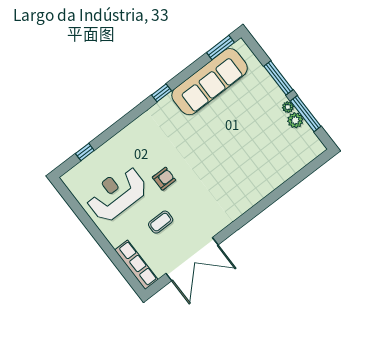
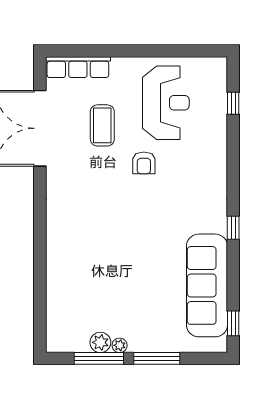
window: (220, 48) -> (233, 323), width x0.67
coffee table: (161, 222) -> (102, 125), width x1.36, depth x1.30

